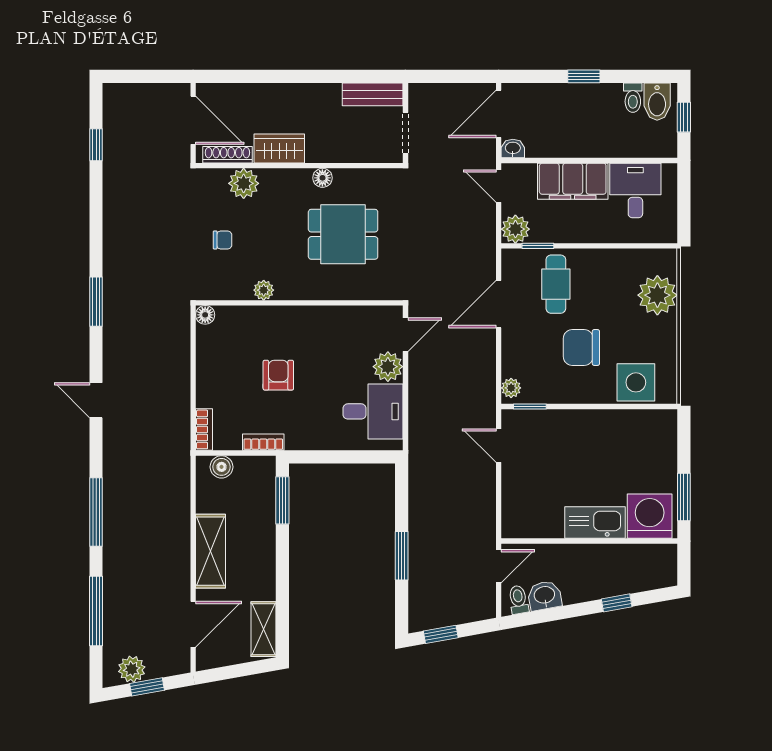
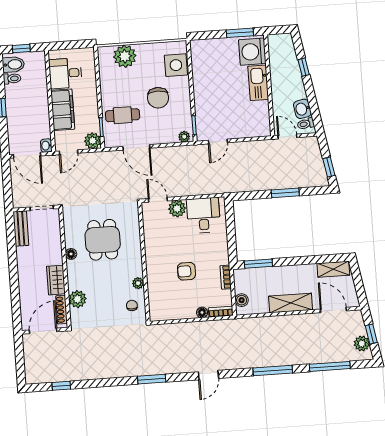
chair: (223, 240) -> (132, 305), moved
floor lamp: (205, 315) -> (202, 312), moved

